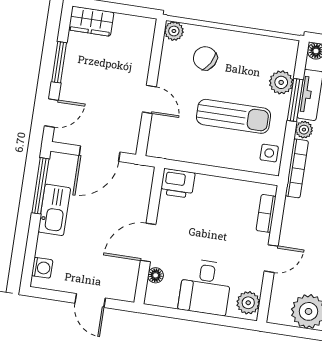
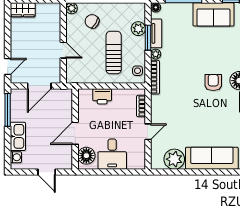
window: (59, 62) -> (8, 36), removed
sun lounger: (234, 116) -> (114, 53), turned -90
printer: (178, 183) -> (102, 96), moved
kitchen sink: (54, 210) -> (18, 136), moved
floor lamp: (156, 275) -> (86, 156), width x1.89, depth x1.89
plant: (248, 303) -> (138, 159), removed

